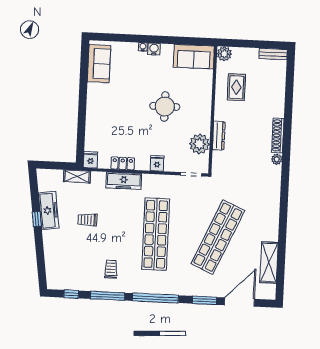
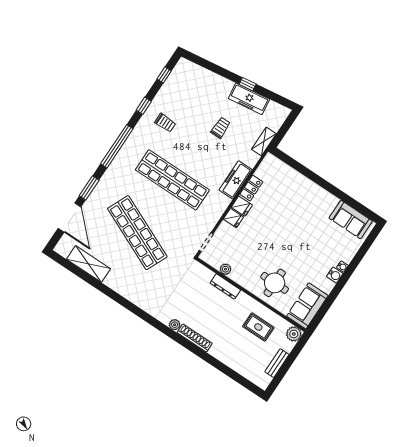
bench: (273, 54) -> (277, 363), moved
round table: (165, 106) -> (275, 283), moved
plant: (199, 144) -> (225, 269), width x0.53, depth x0.53
fridge: (90, 160) -> (242, 206), moved
window: (108, 296) -> (144, 106), width x0.46

